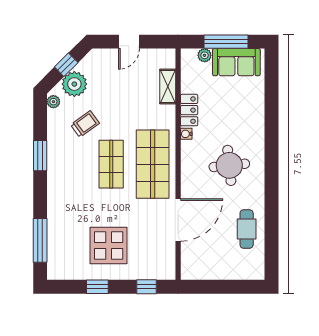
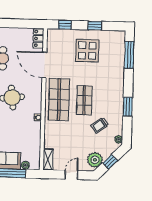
plant: (74, 84) -> (95, 160), moved
shelving: (168, 87) -> (48, 159), moved
locker: (189, 110) -> (38, 38), moved
door: (178, 220) -> (44, 65), hinge flipped

